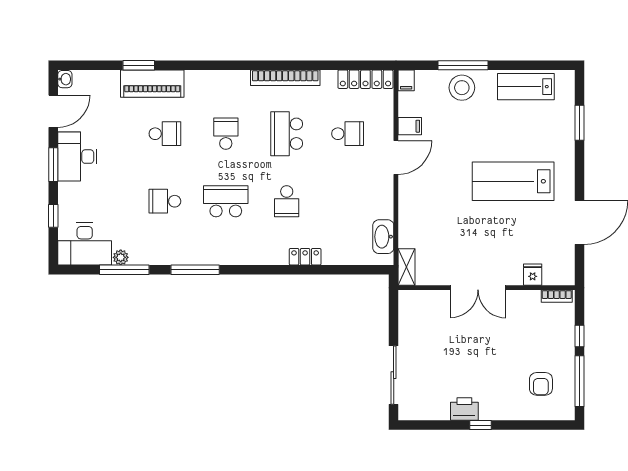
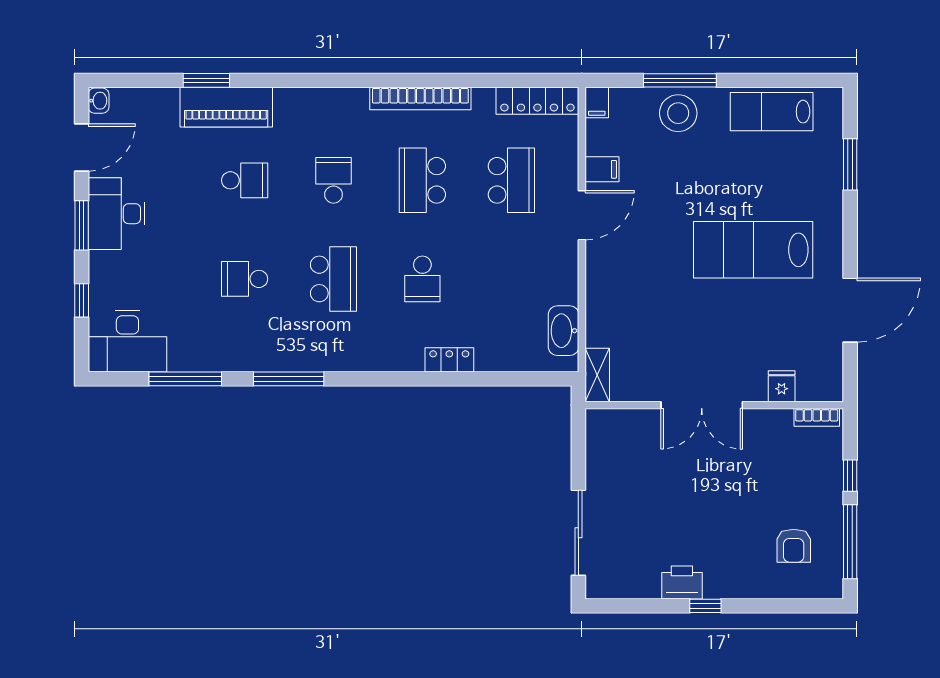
school desk: (348, 134) -> (511, 180), width x1.85
school desk: (226, 201) -> (334, 279), turned 90
plant: (121, 257) -> (180, 361), removed

